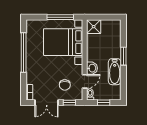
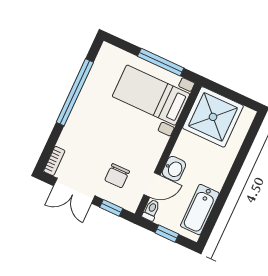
shower: (94, 27) -> (213, 117), width x1.86, depth x1.86
bed with nightstands: (63, 42) -> (151, 95), width x0.73
window: (123, 56) -> (234, 173), removed
bathtub: (115, 72) -> (200, 210), moved

